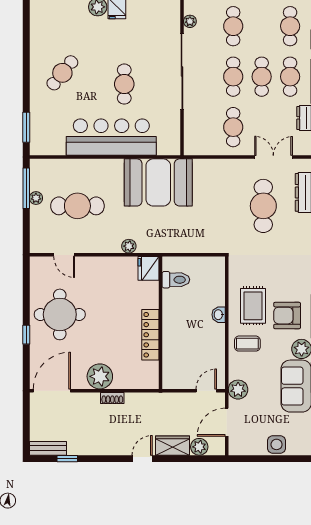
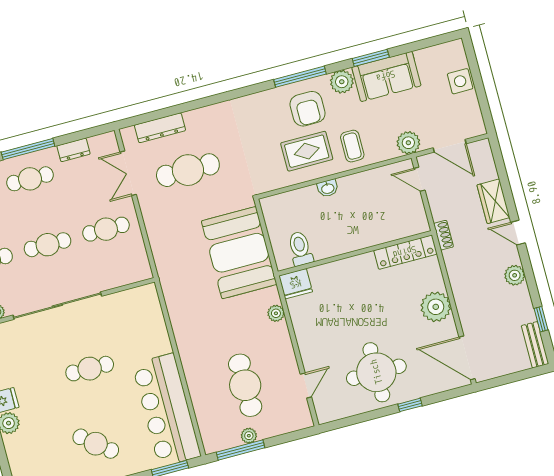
cafe table: (262, 77) -> (39, 212), removed
bar counter: (111, 137) -> (166, 410), moved
booth: (158, 182) -> (239, 253), moved
locker: (150, 335) -> (405, 252), moved
shoe rack: (112, 398) -> (443, 235), moved
plant: (199, 447) -> (515, 275), moved

